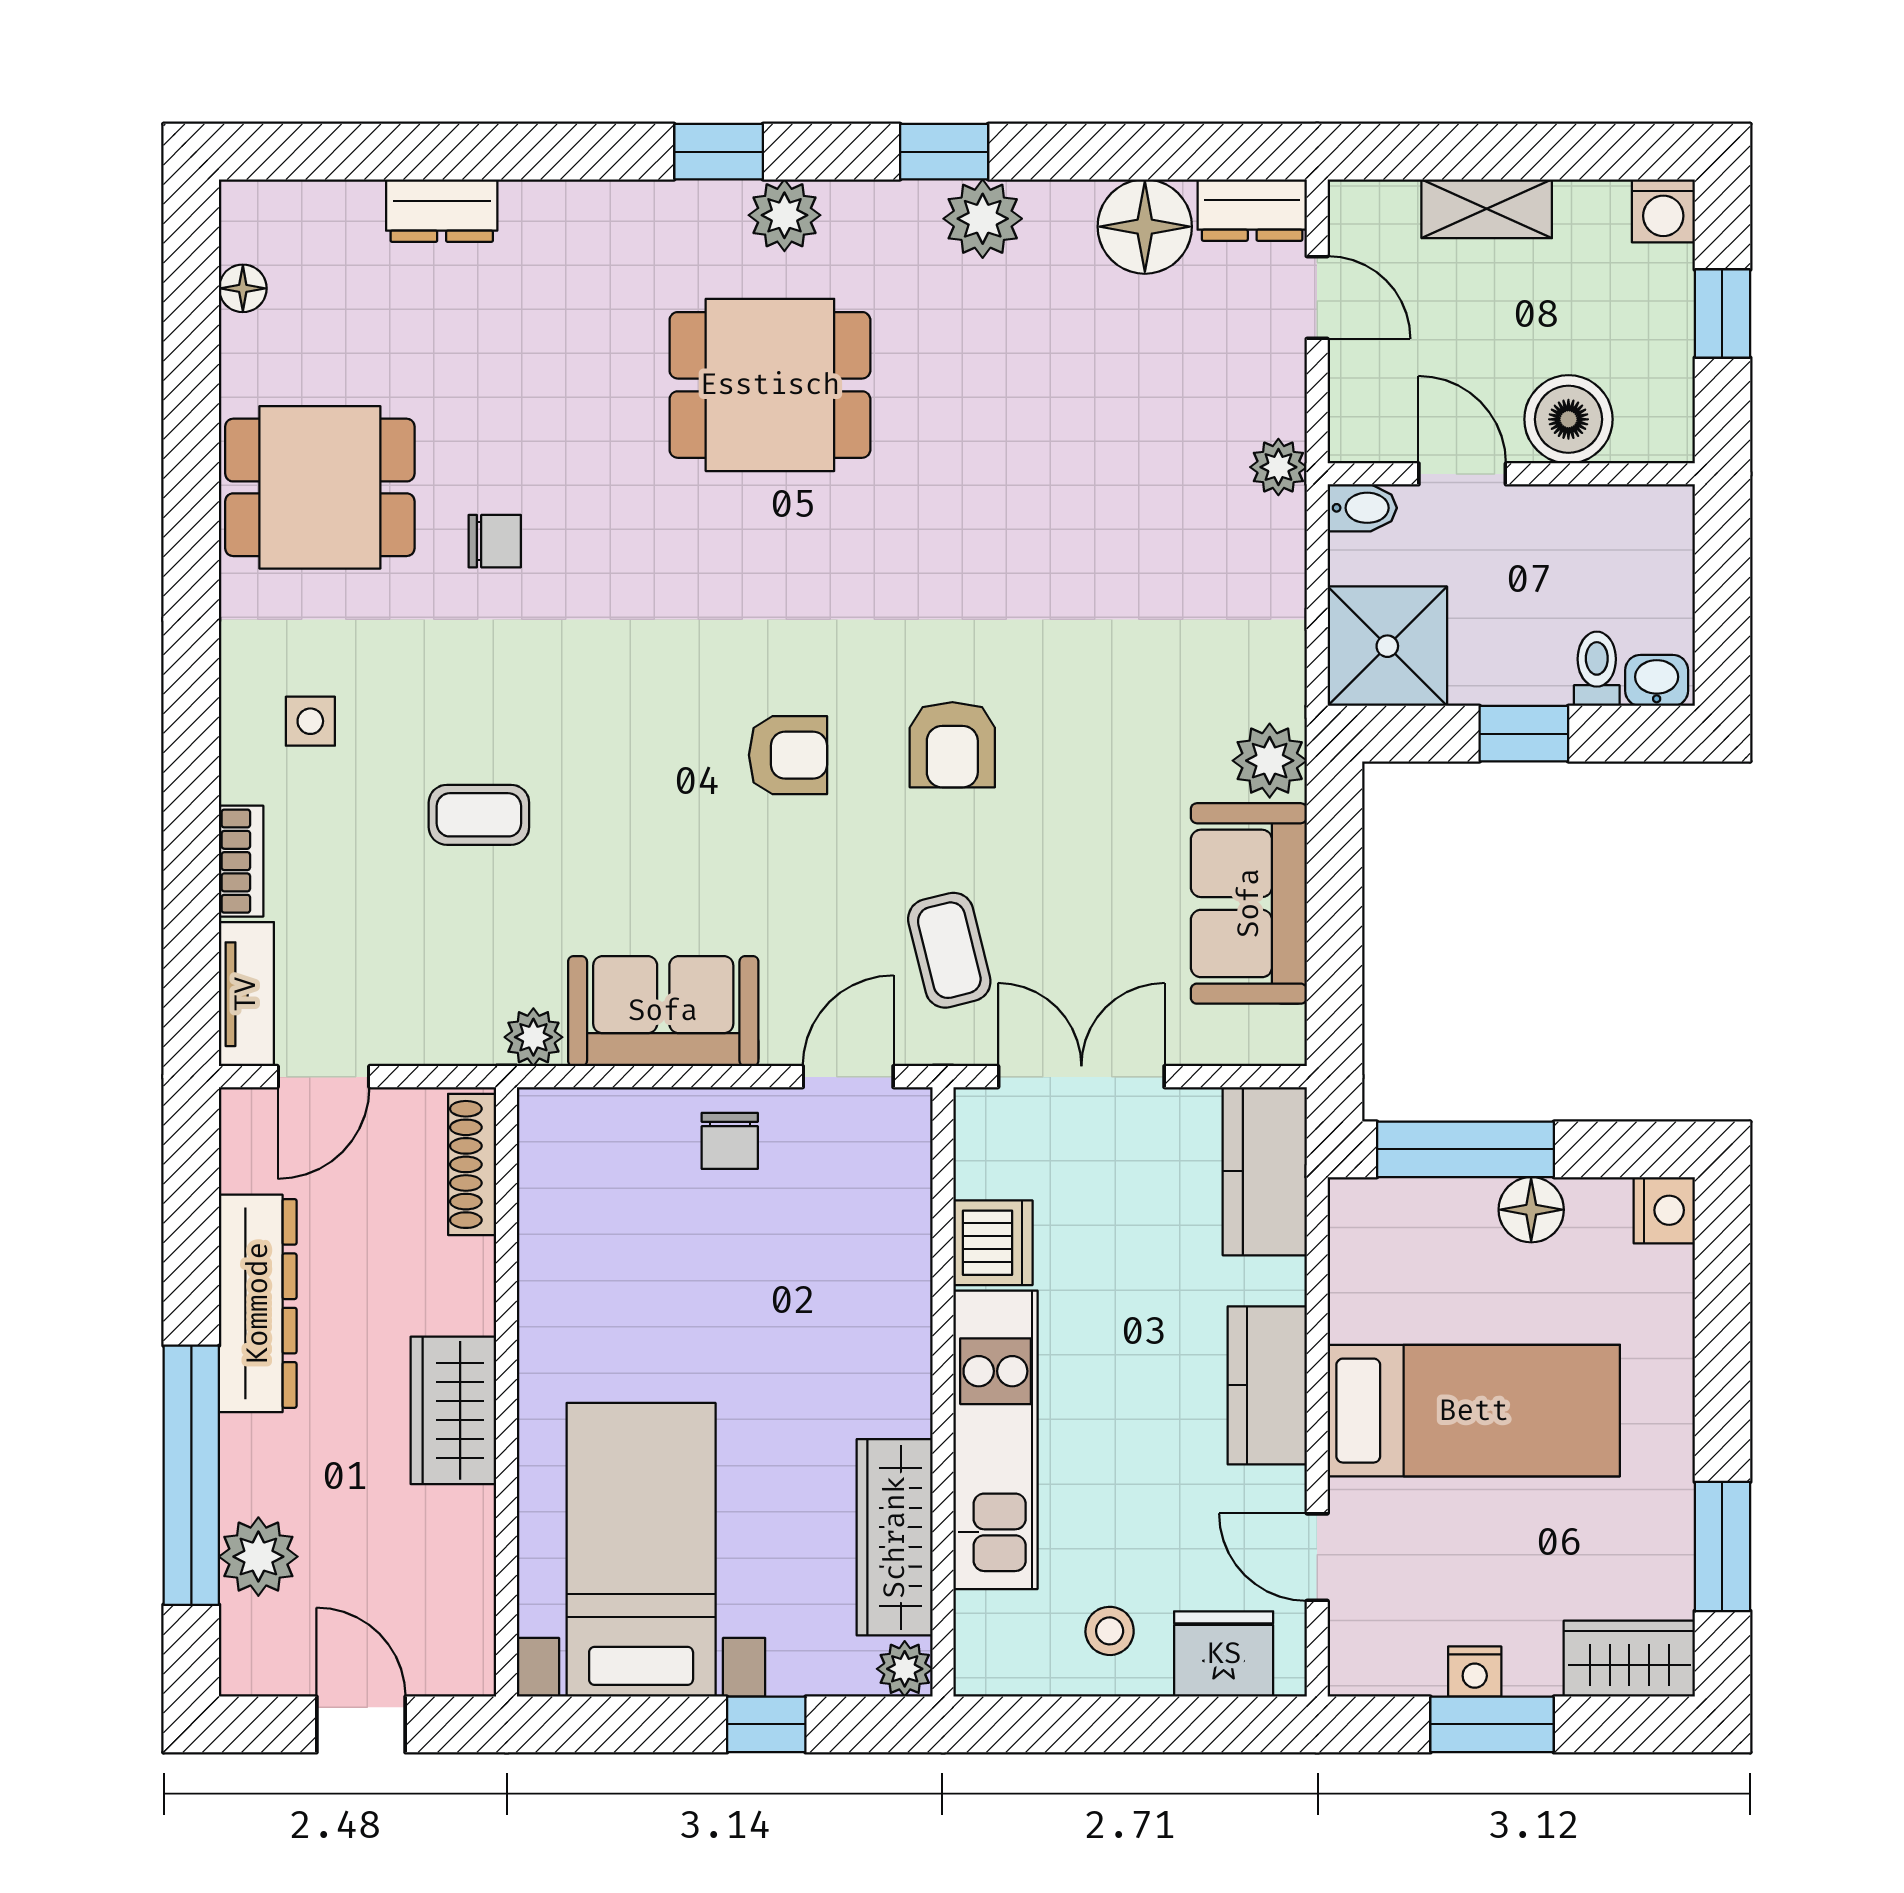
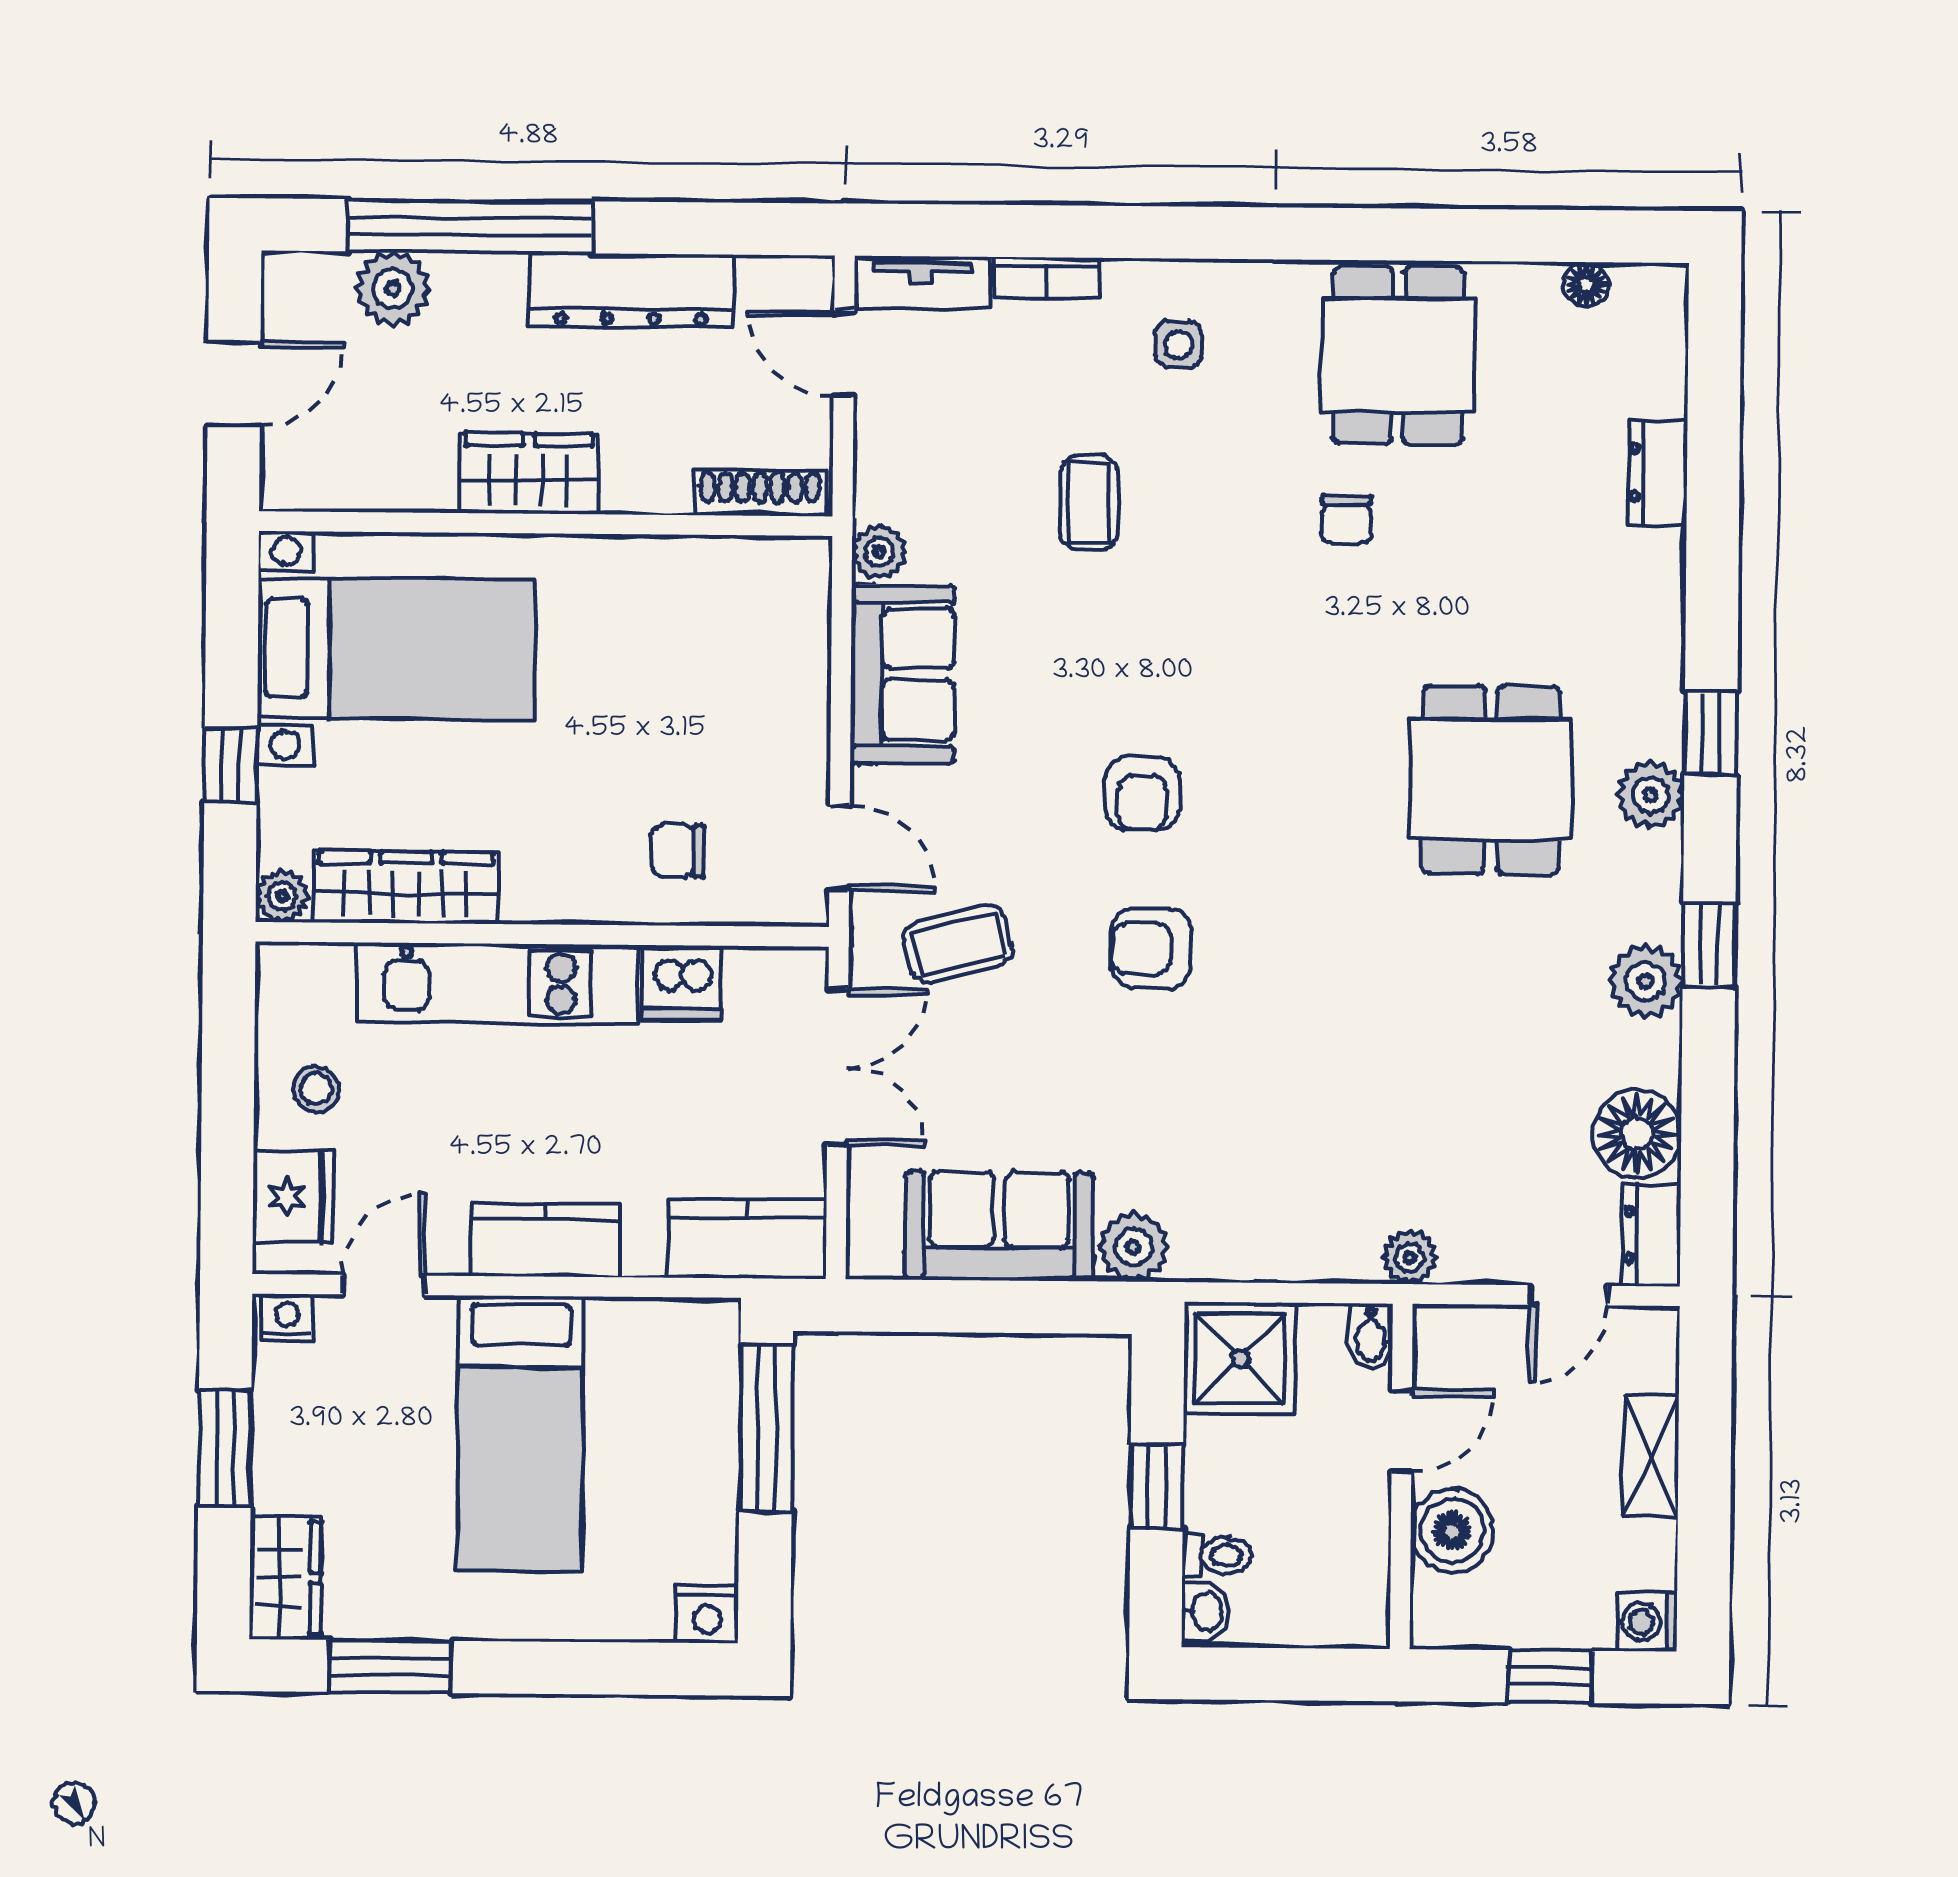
chair: (730, 1141) -> (678, 851), moved
floor lamp: (1531, 1210) -> (709, 1489), removed
nightstand: (1475, 1672) -> (287, 1318), moved, turned 90

